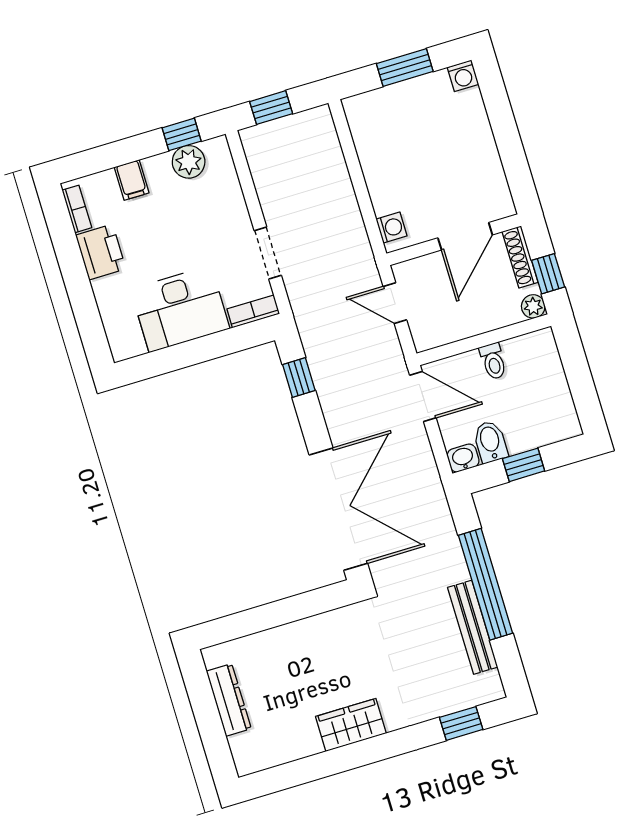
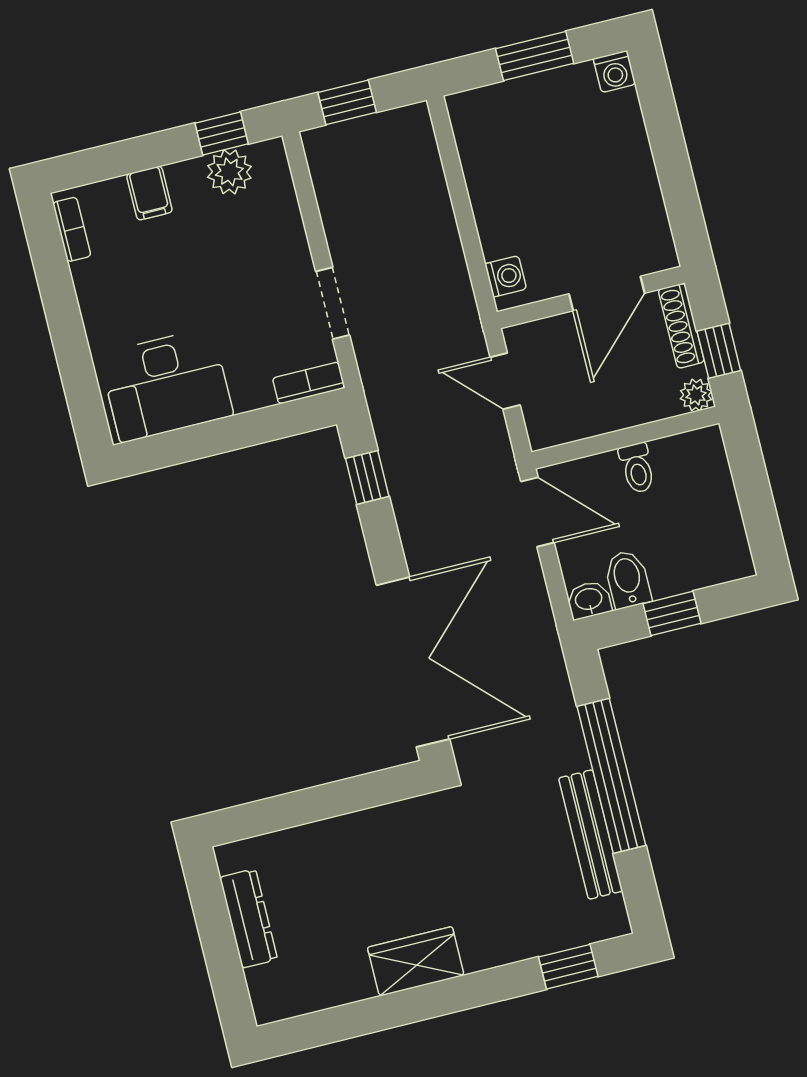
printer: (101, 252) -> (102, 291), removed
desk: (180, 309) -> (166, 385), moved

